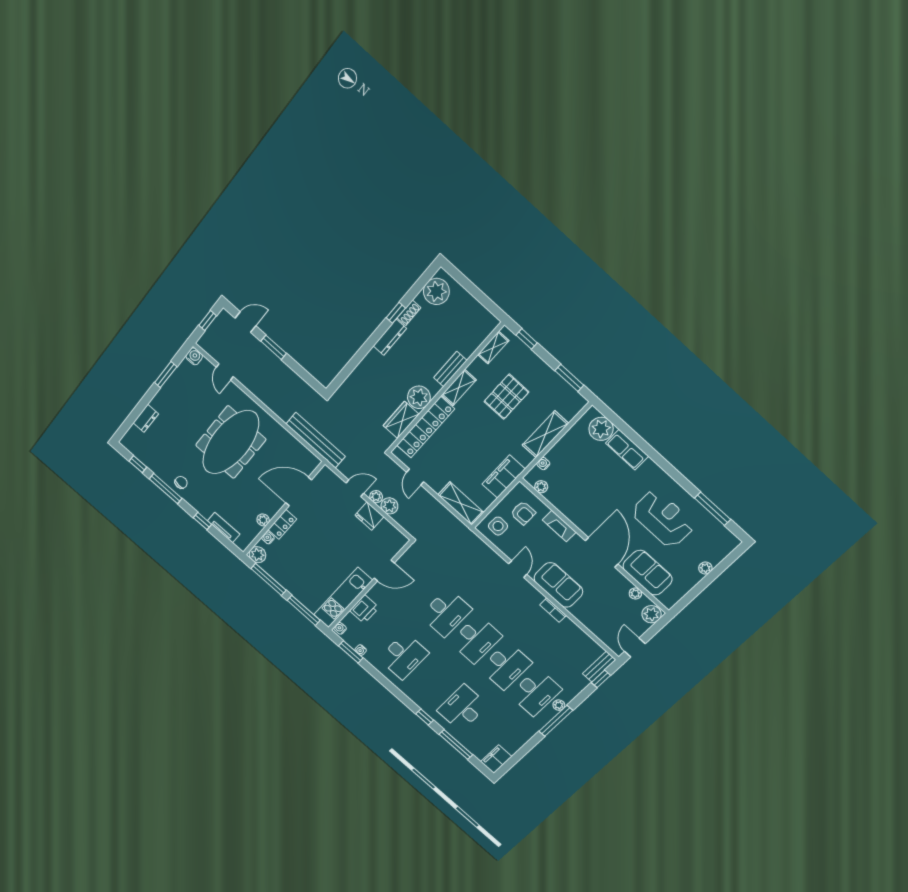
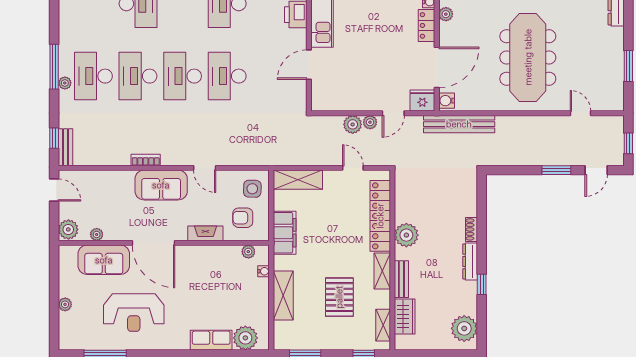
shoe rack: (409, 313) -> (471, 229), moved
water cooler: (194, 356) -> (447, 101), moved, turned 90
wardrobe: (401, 420) -> (405, 317), moved
fridge: (369, 516) -> (422, 101), moved

